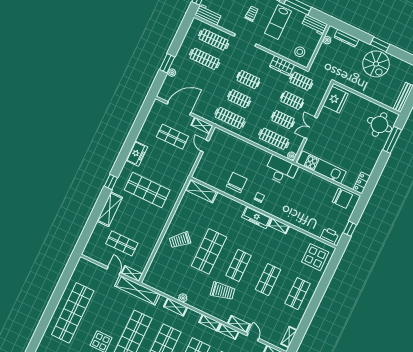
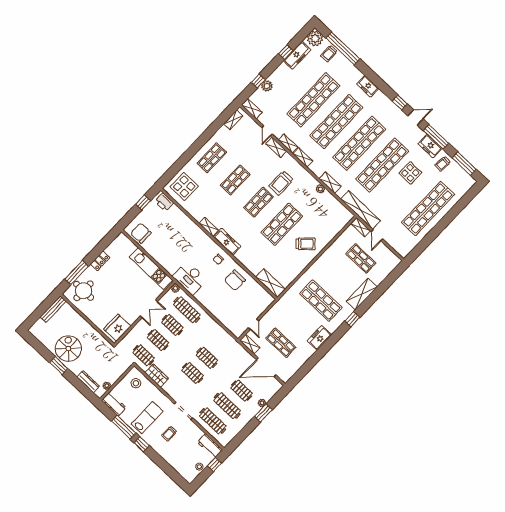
clothes rail: (230, 118) -> (242, 391), moved, width x0.73
locker: (362, 183) -> (100, 261), moved
trolley: (223, 291) -> (281, 183), turned -80

